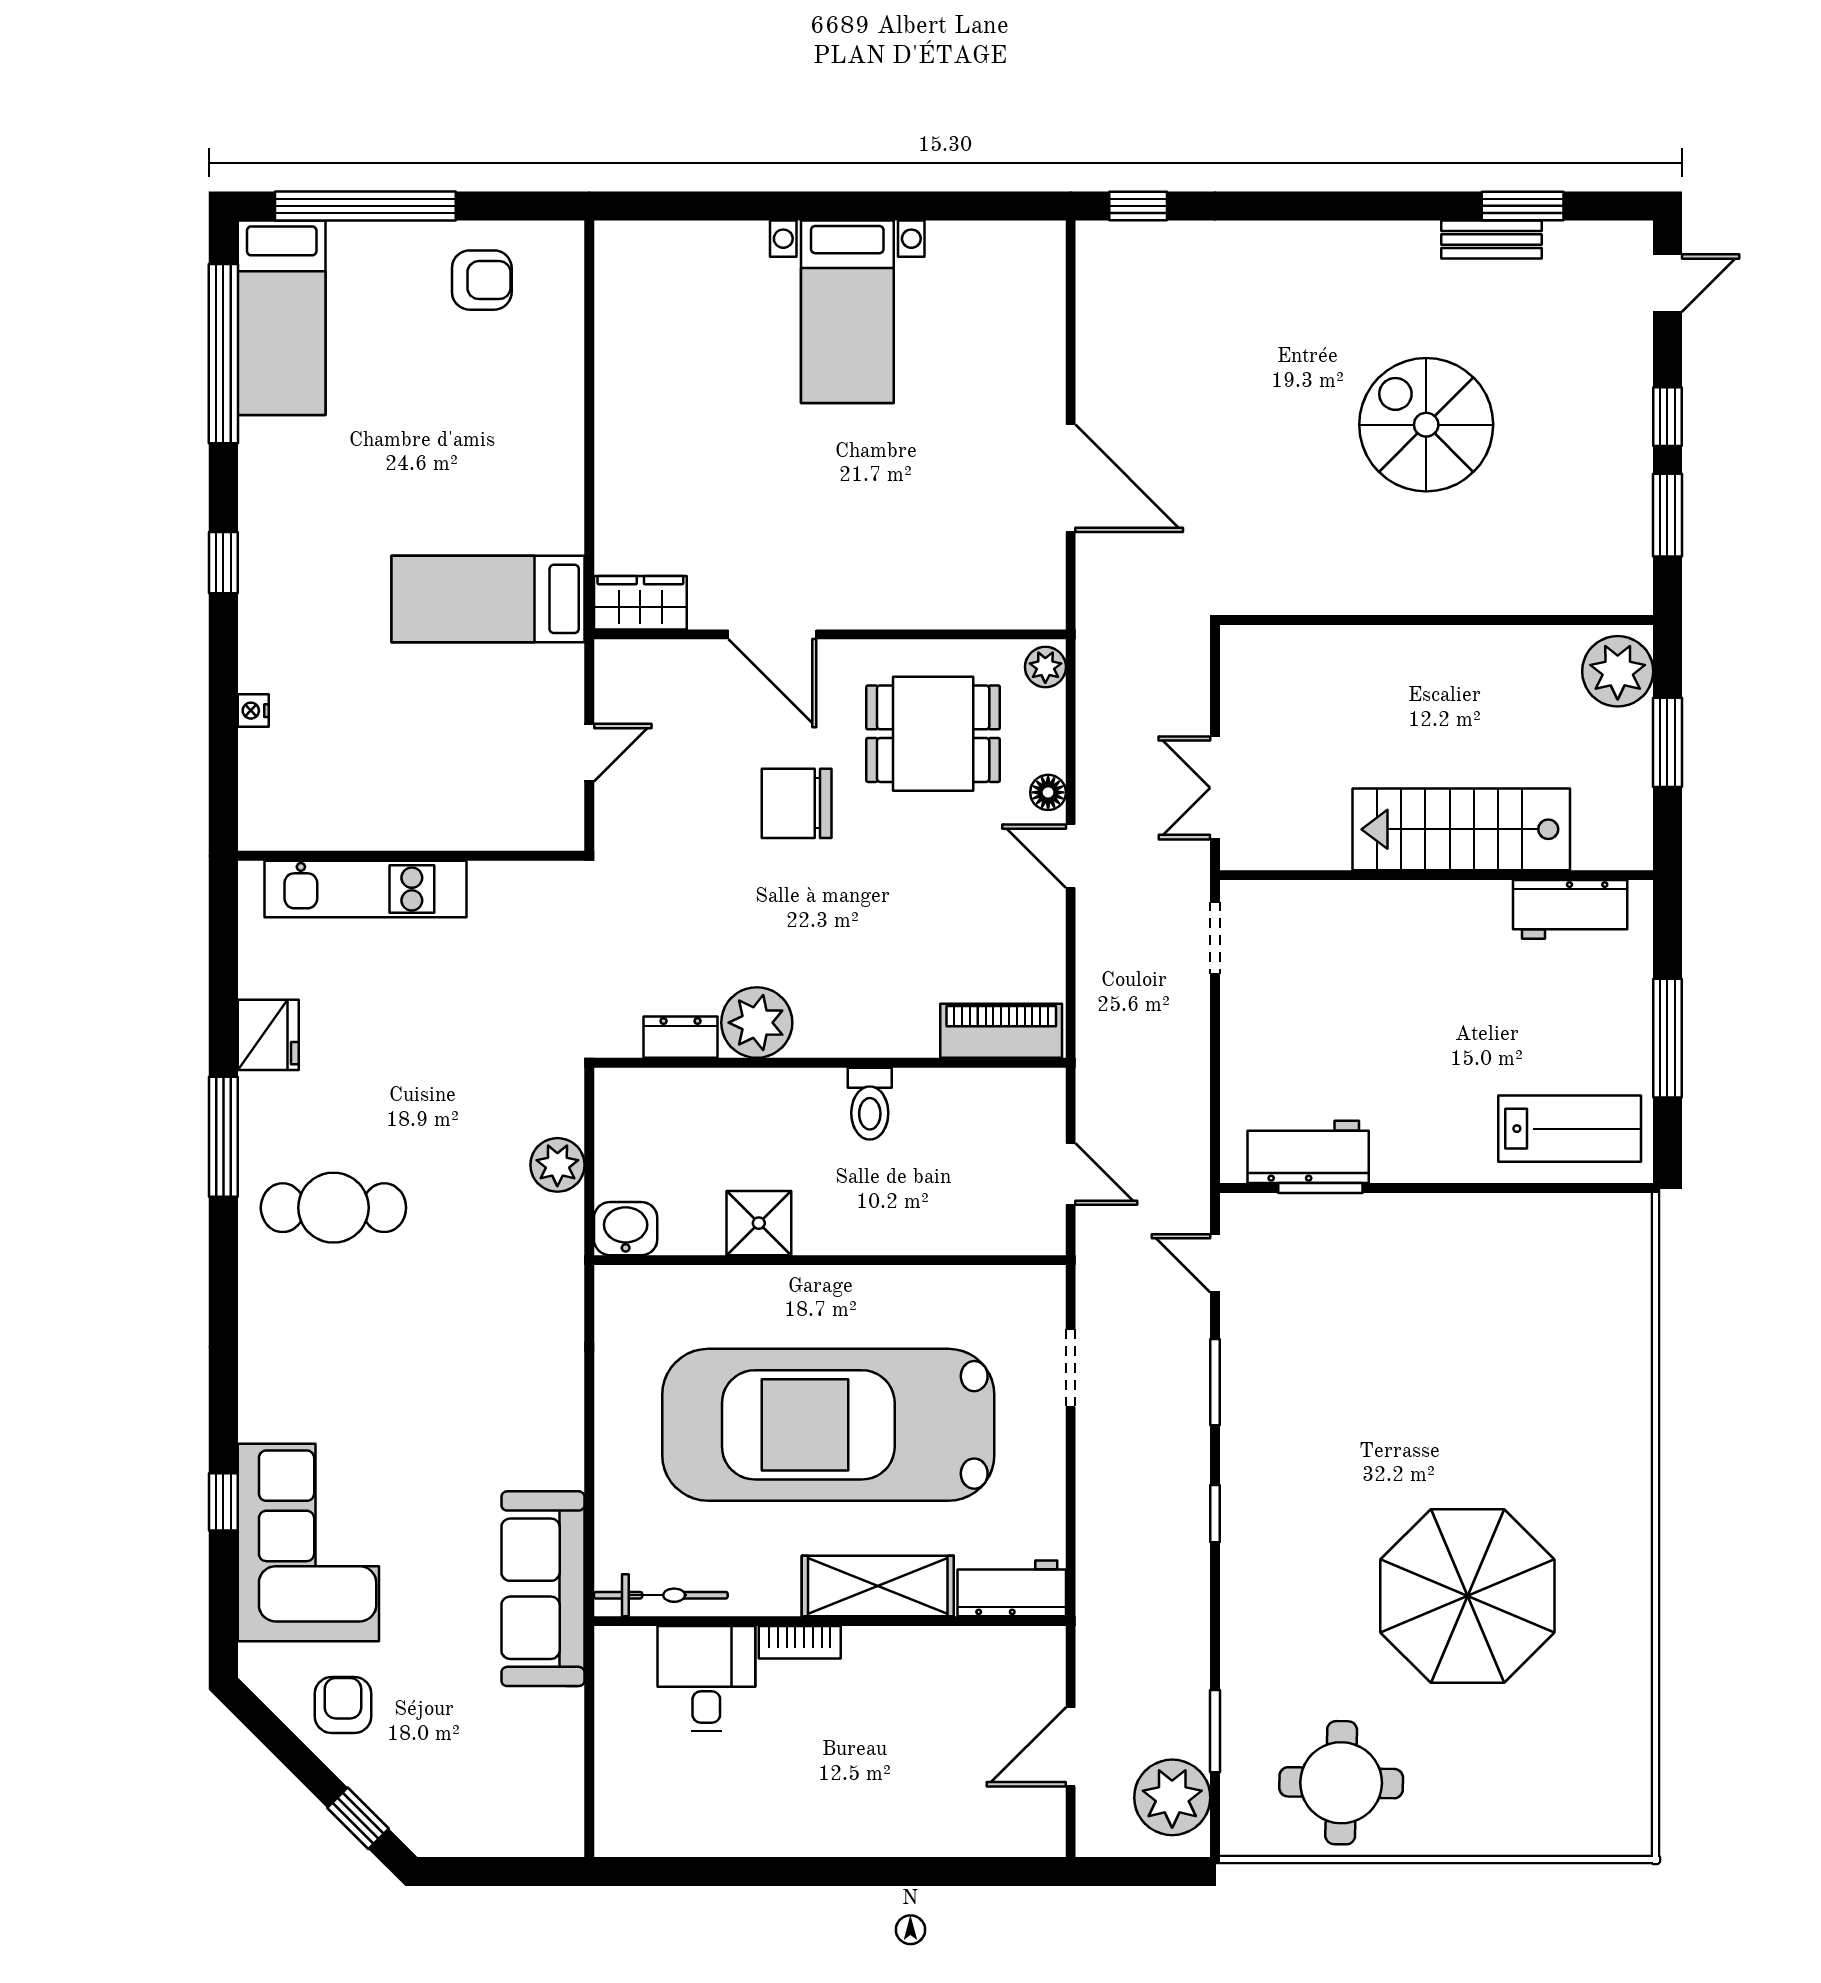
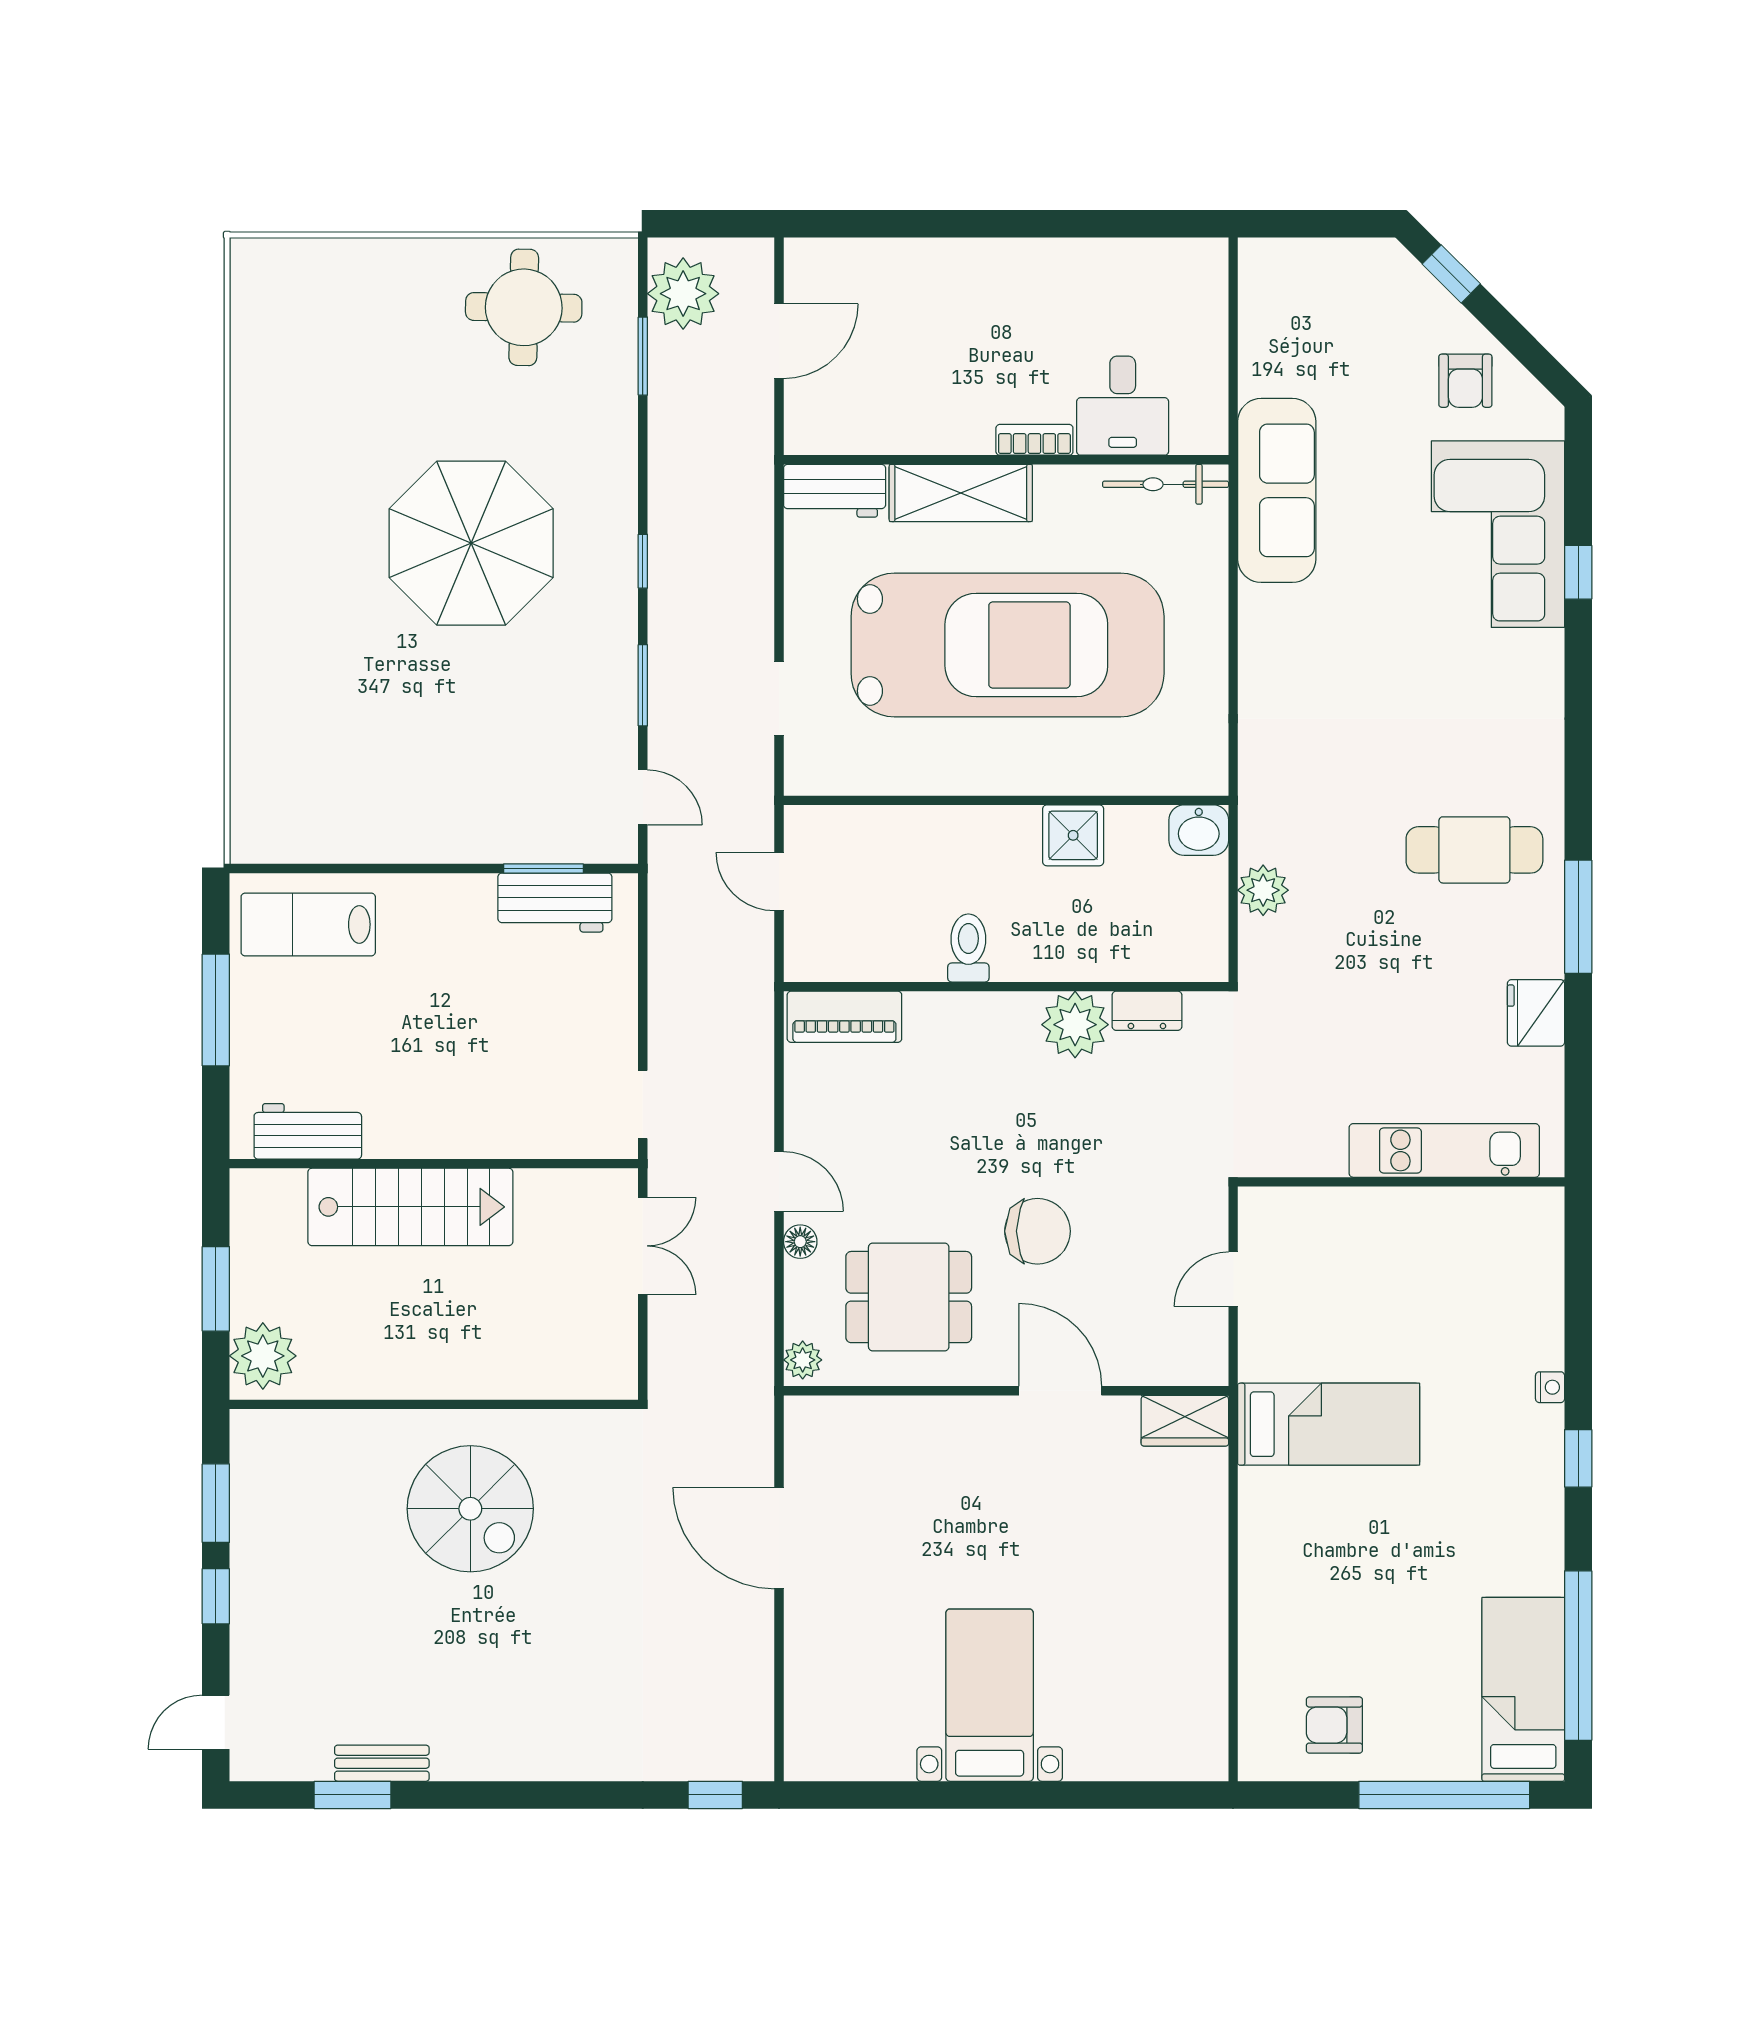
spiral stairs: (1426, 425) -> (470, 1509), moved
nightstand: (253, 711) -> (1550, 1387), moved
parasol: (1467, 1596) -> (471, 543), moved

